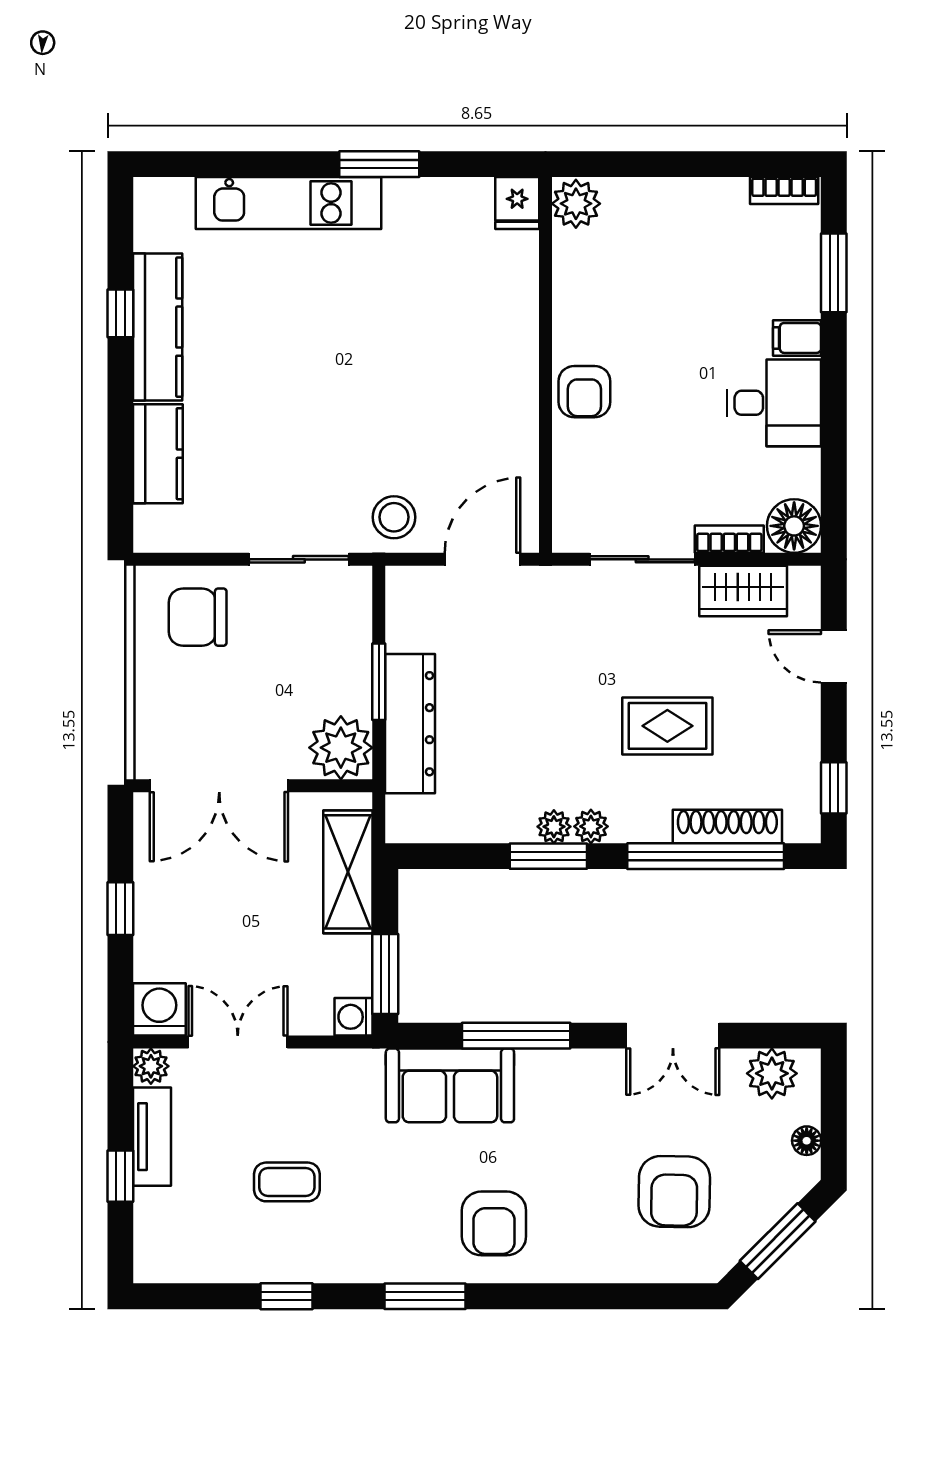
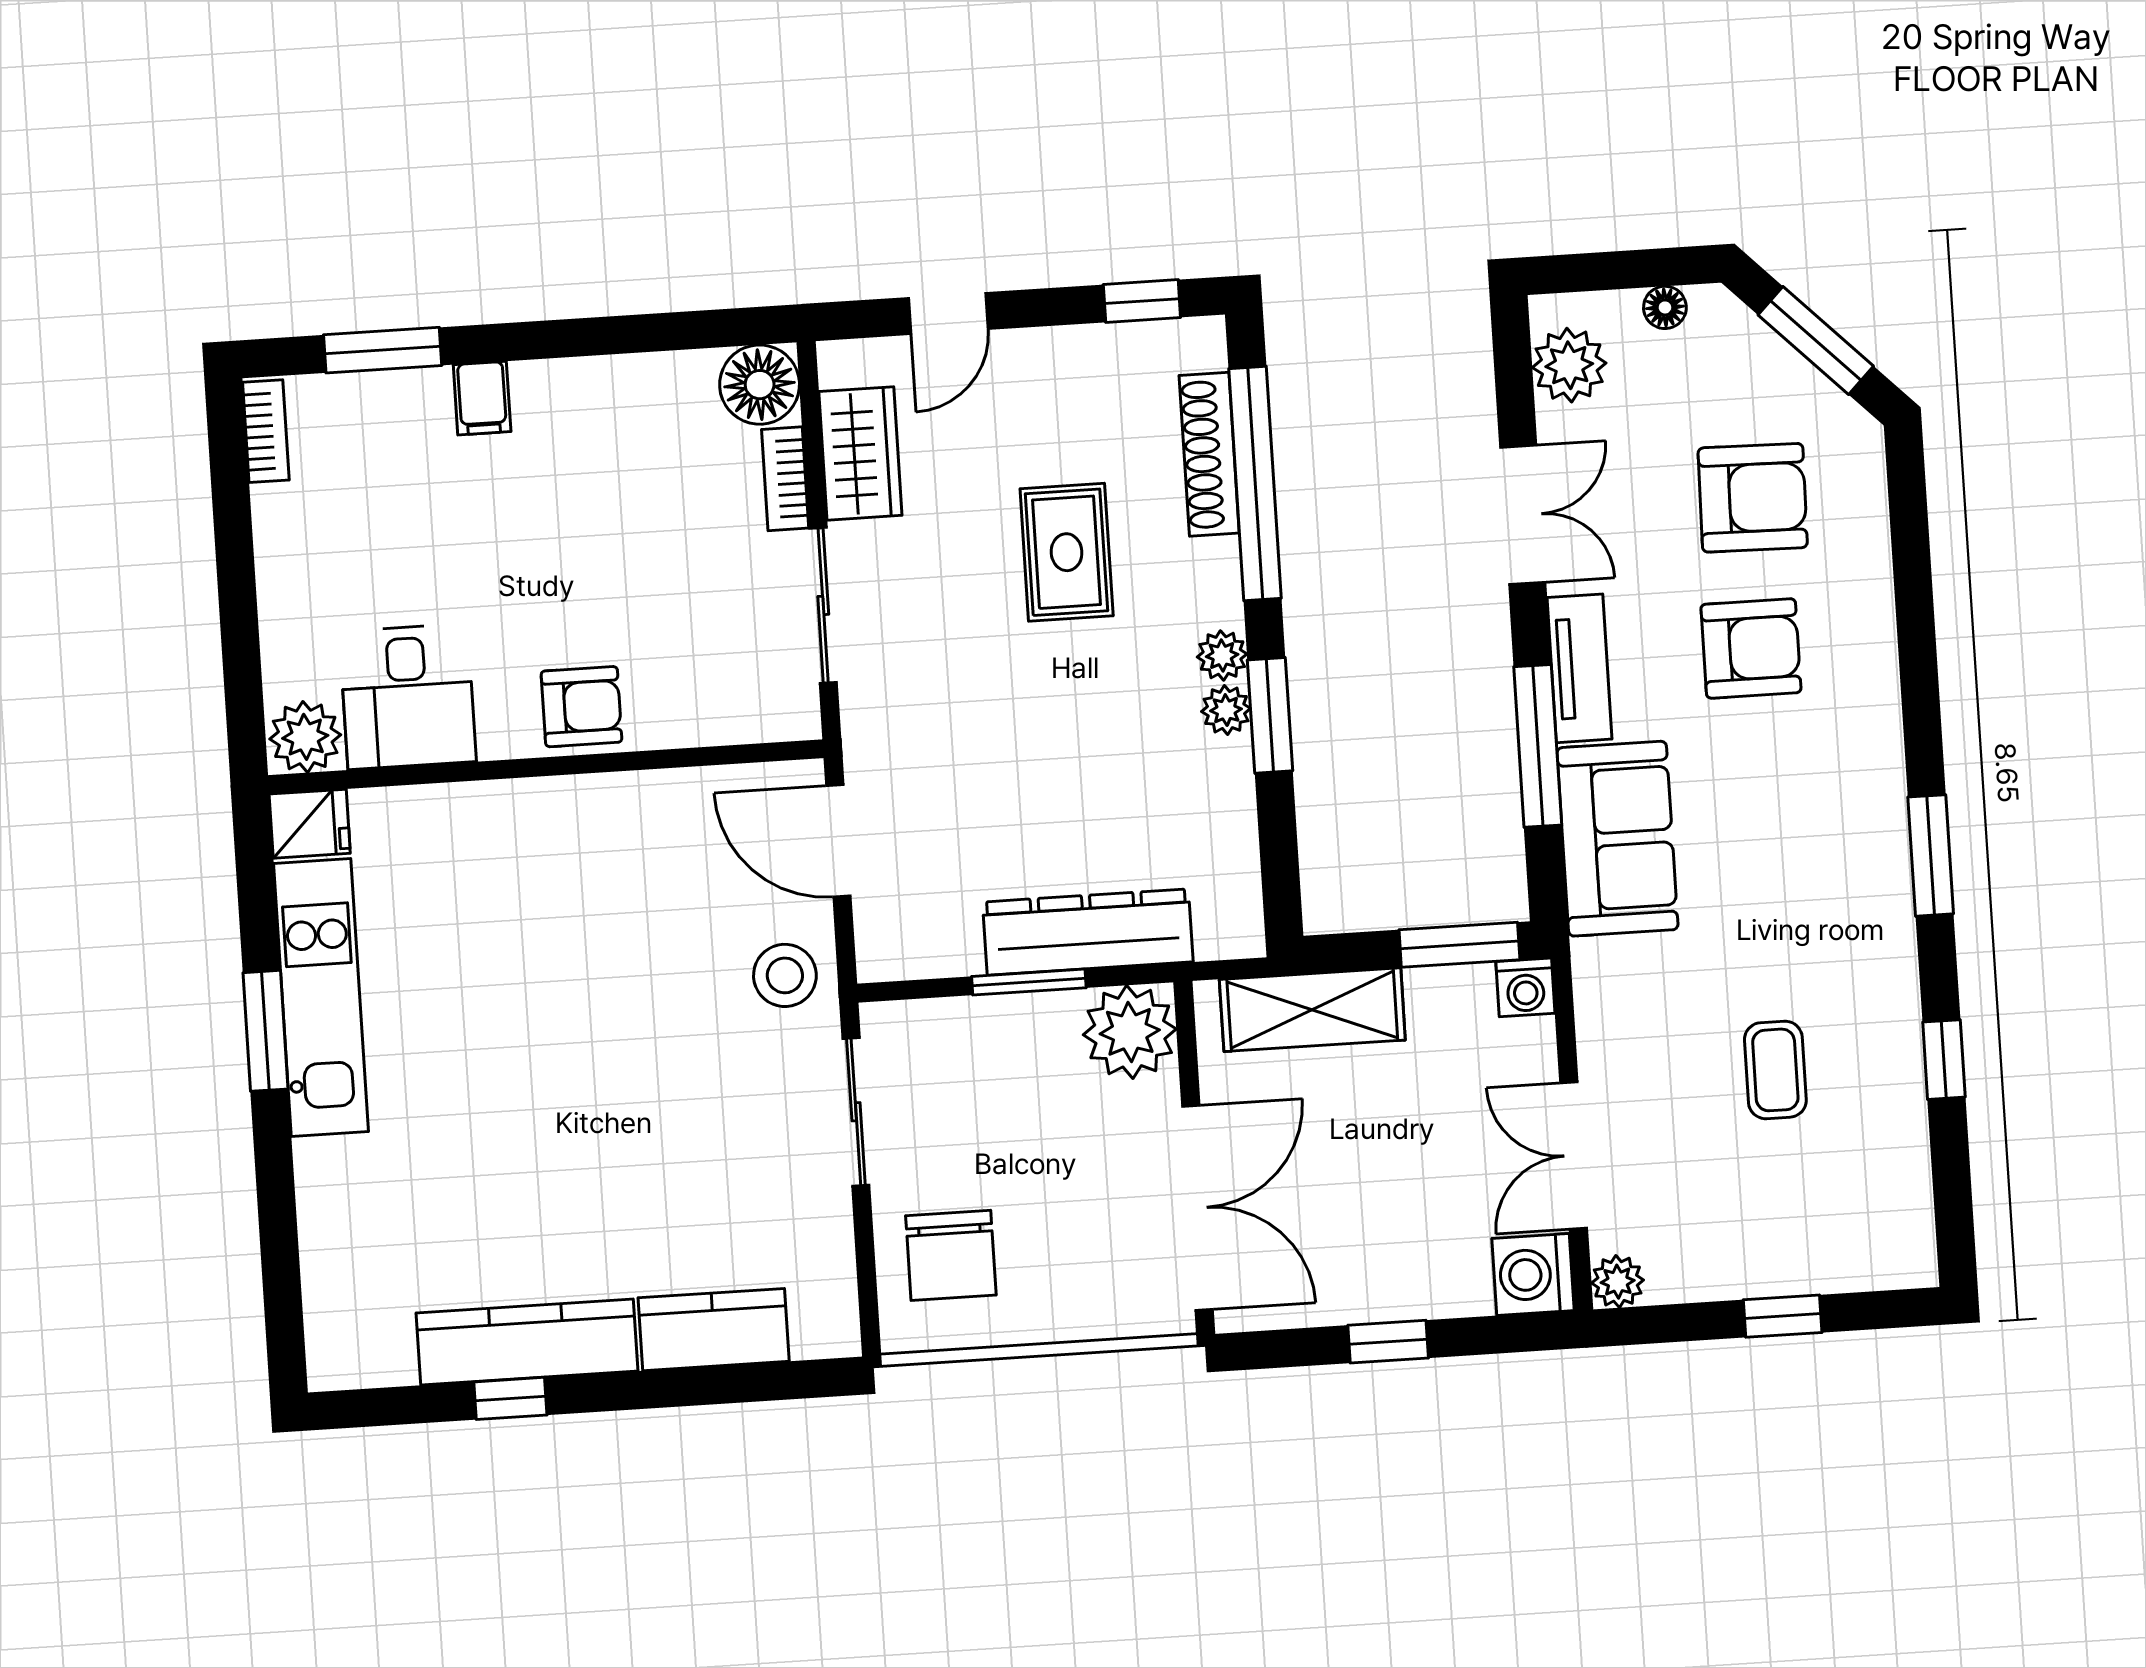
kitchen unit: (288, 203) -> (321, 998), moved
desk: (774, 403) -> (408, 697), moved, turned 180
tv unit: (152, 1137) -> (1580, 668), moved, turned 90
armchair: (494, 1223) -> (1751, 648), moved

